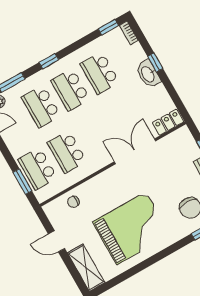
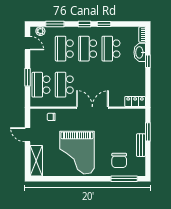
window: (108, 27) -> (104, 24), moved
washbasin: (148, 74) -> (140, 52), moved
double door: (135, 151) -> (92, 108), moved
window: (22, 182) -> (27, 77), moved
grand piano: (132, 228) -> (77, 153), turned 90

